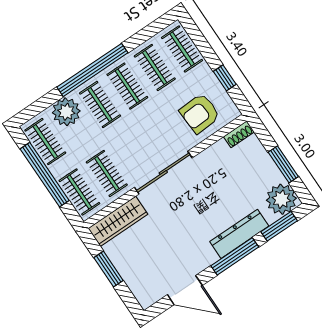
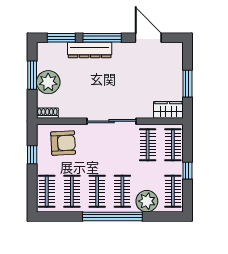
window: (45, 175) -> (187, 171), width x0.32
plant: (281, 199) -> (48, 82), moved
wardrobe: (118, 221) -> (168, 110), width x0.67

